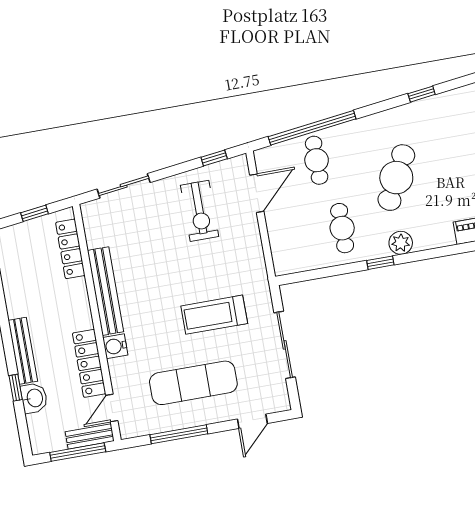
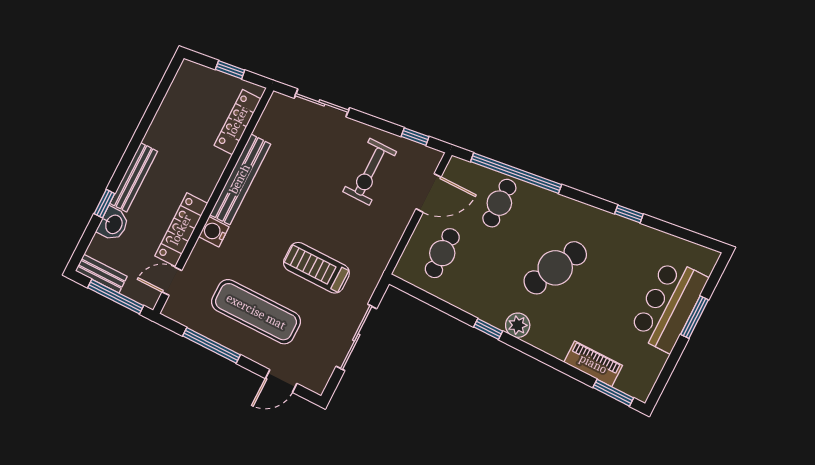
cafe table: (342, 228) -> (442, 253), moved
bench: (90, 436) -> (101, 274), moved

